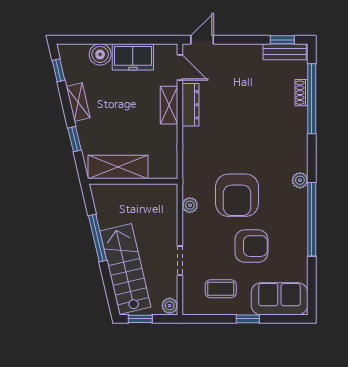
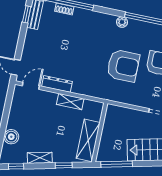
freezer: (133, 57) -> (17, 115), removed
shelving: (169, 105) -> (70, 102), moved
plant: (190, 205) -> (123, 98), removed
window: (98, 238) -> (117, 164), moved

